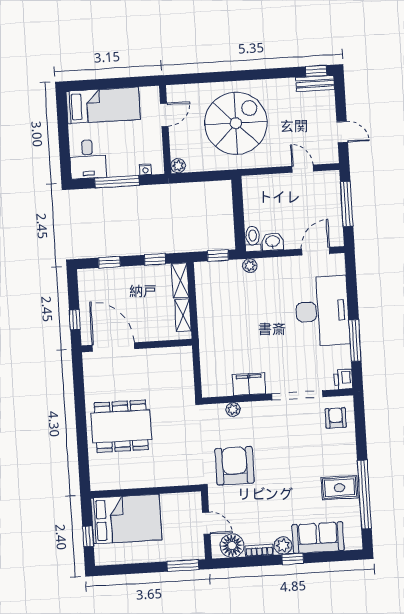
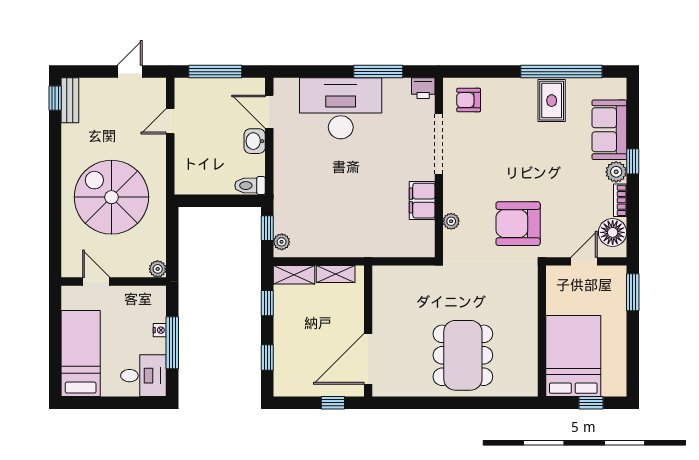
nightstand: (145, 169) -> (160, 330), moved
washbasin: (273, 242) -> (255, 141), moved
plant: (250, 266) -> (282, 242), moved

